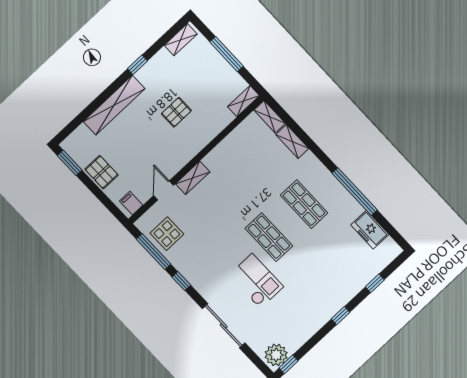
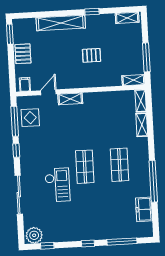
window: (226, 54) -> (146, 57), moved
window: (375, 283) -> (122, 242), width x2.17
window: (288, 364) -> (47, 246), moved

